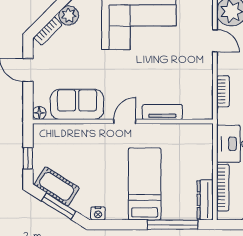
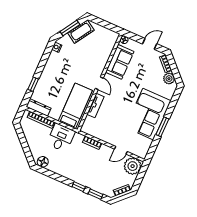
window: (28, 158) -> (103, 23), removed
bed: (145, 184) -> (75, 106), moved, turned -90
window: (173, 225) -> (33, 84), width x0.46

